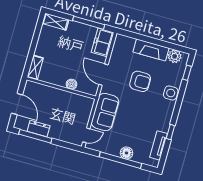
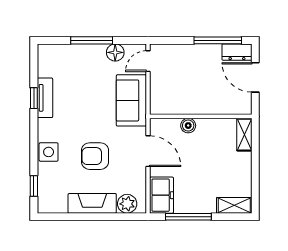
plant: (175, 56) -> (127, 204), moved
dresser: (39, 129) -> (237, 52), moved
tv unit: (159, 145) -> (45, 98), moved
floor lamp: (126, 153) -> (115, 52), moved
window: (120, 160) -> (92, 40), width x0.68

